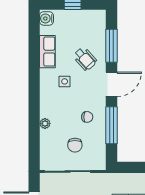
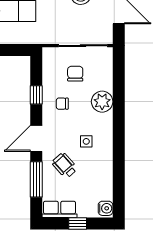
row of seats: (47, 52) -> (60, 209), moved, turned 90
plant: (45, 124) -> (102, 102), width x1.87, depth x1.87
window: (112, 125) -> (36, 95), width x0.46

